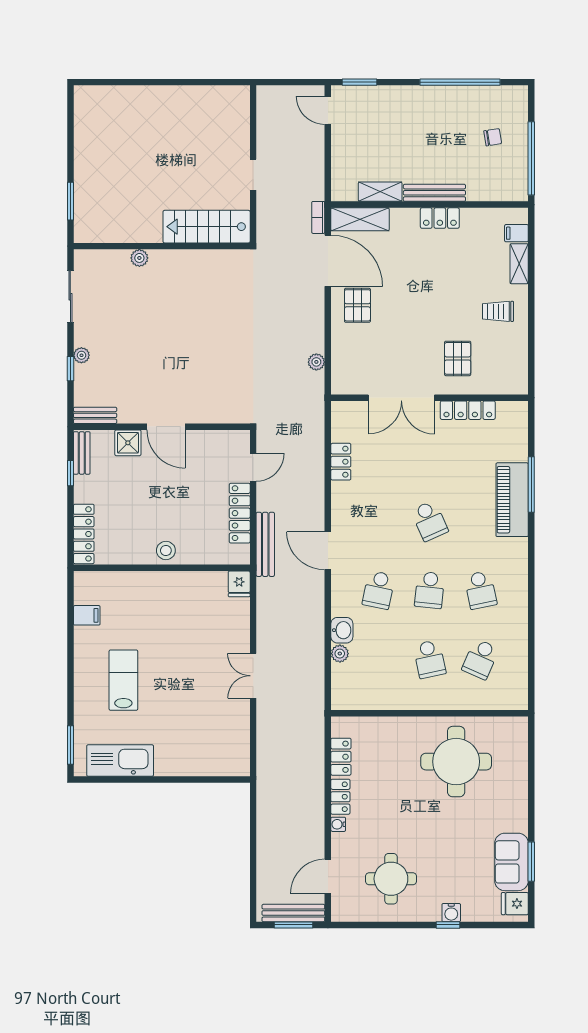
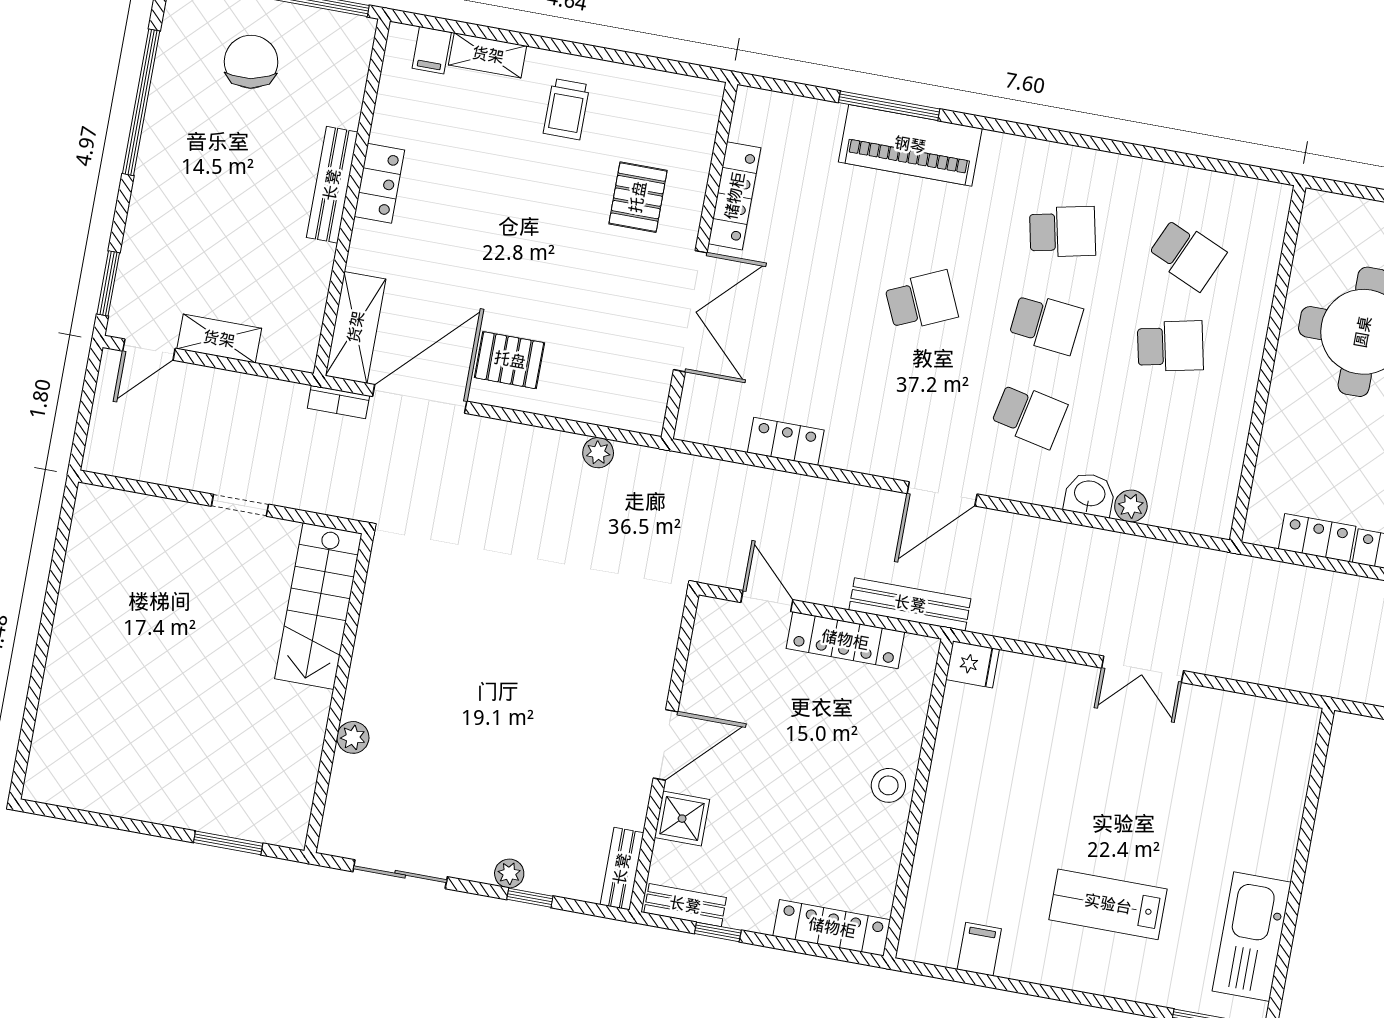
chair: (493, 137) -> (251, 62), width x1.87, depth x1.87
shelving: (380, 192) -> (219, 339), moved, turned 90
pallet: (458, 358) -> (638, 197), turned 90

